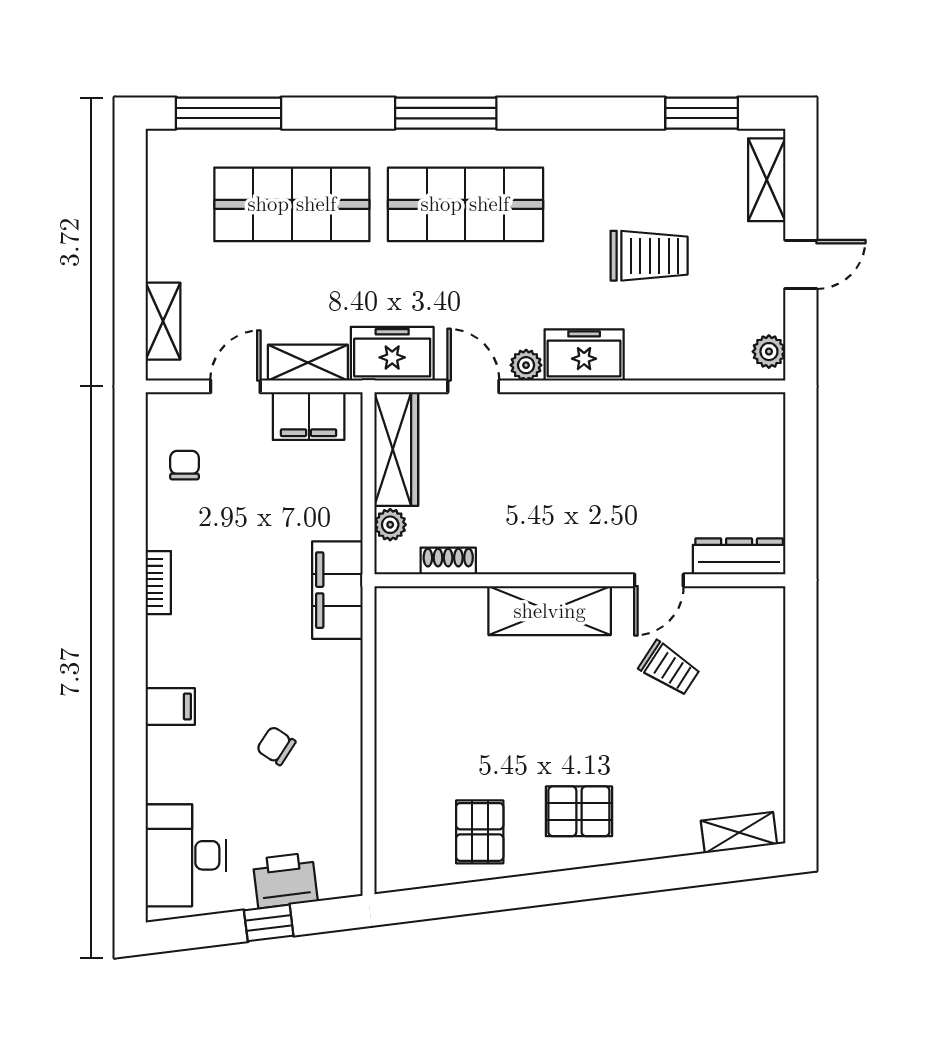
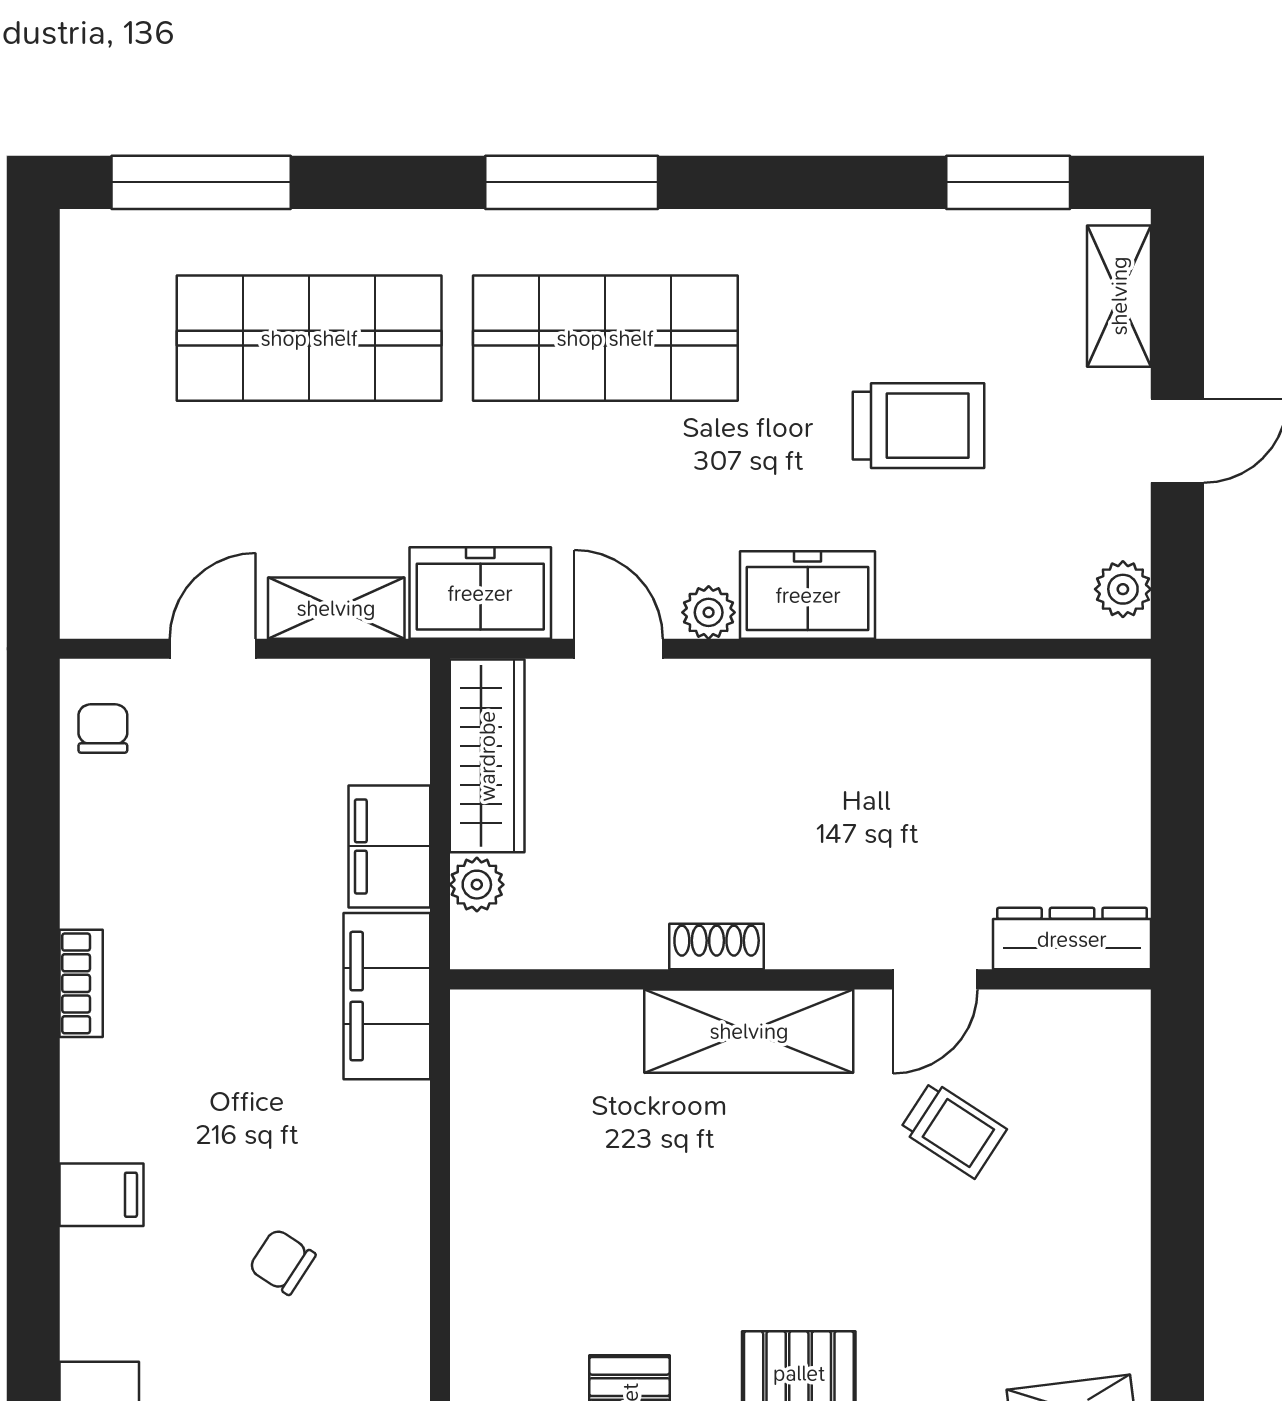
shelving: (163, 321) -> (89, 537), removed
filing cabinet: (309, 416) -> (389, 846), moved, turned 90
chair: (185, 465) -> (103, 729), moved
shoe rack: (448, 561) -> (717, 947), moved

